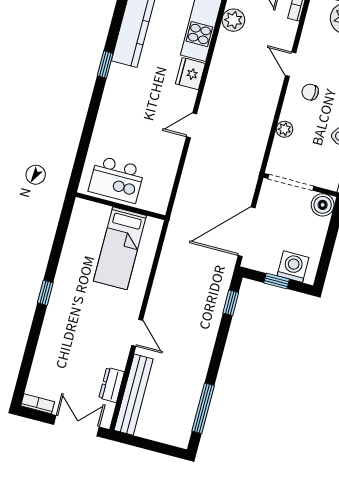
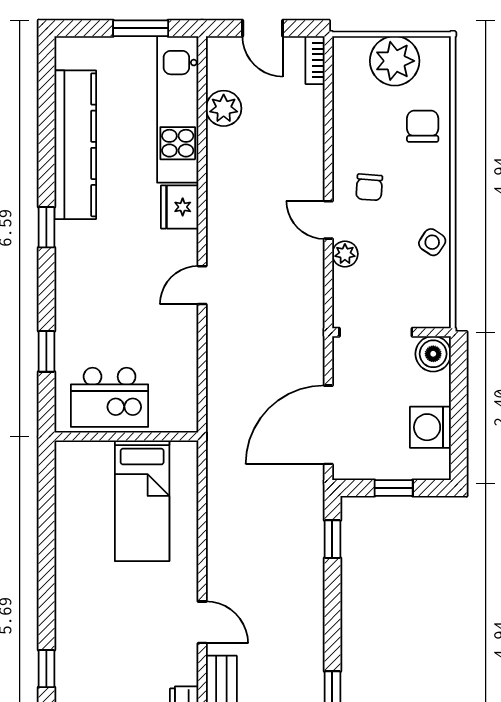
door: (291, 64) -> (328, 220), moved
chair: (310, 92) -> (369, 187), turned -86
window: (85, 141) -> (46, 351), added
washing machine: (293, 267) -> (430, 427), moved, turned -90
window: (45, 293) -> (46, 669), moved

